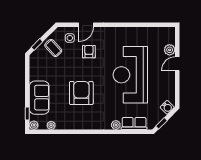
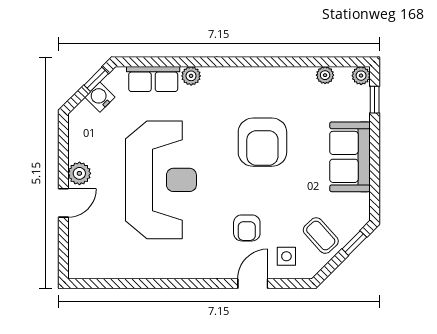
plant: (170, 50) -> (79, 173), moved
sofa: (39, 98) -> (350, 157), moved
water cooler: (167, 107) -> (100, 97), moved

